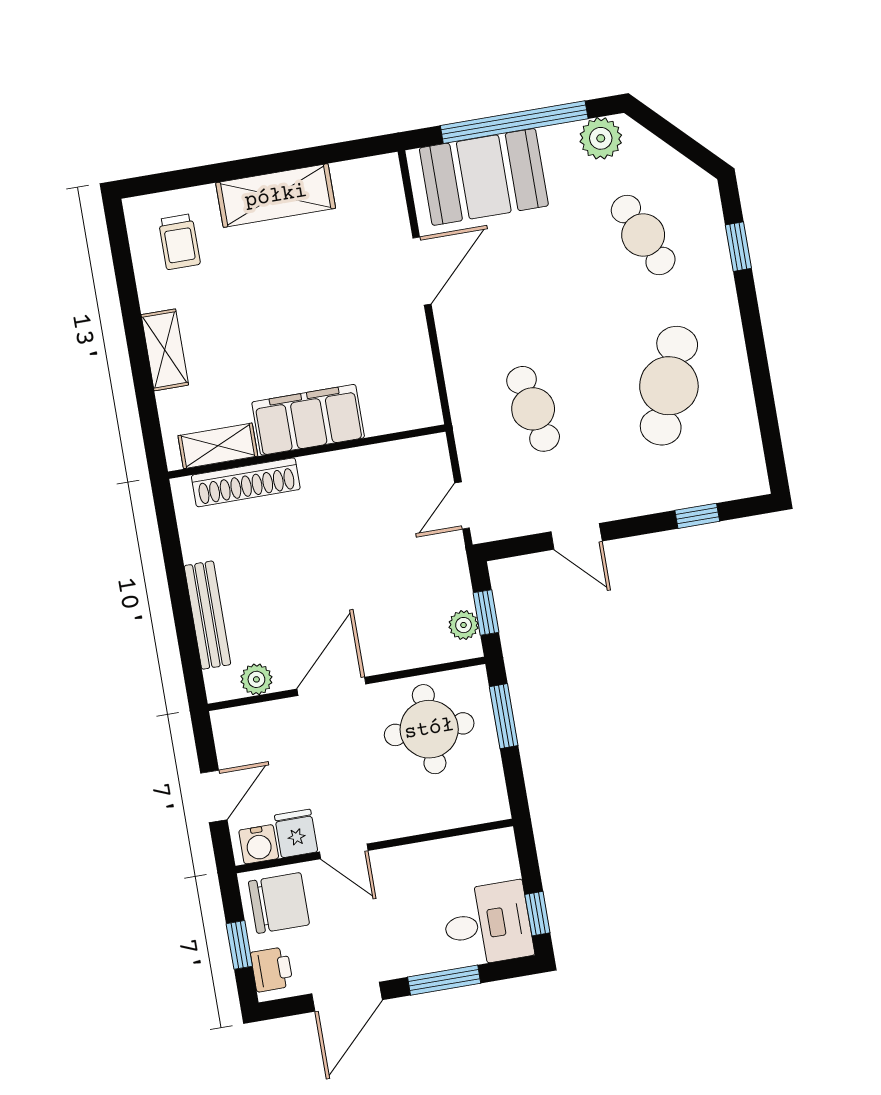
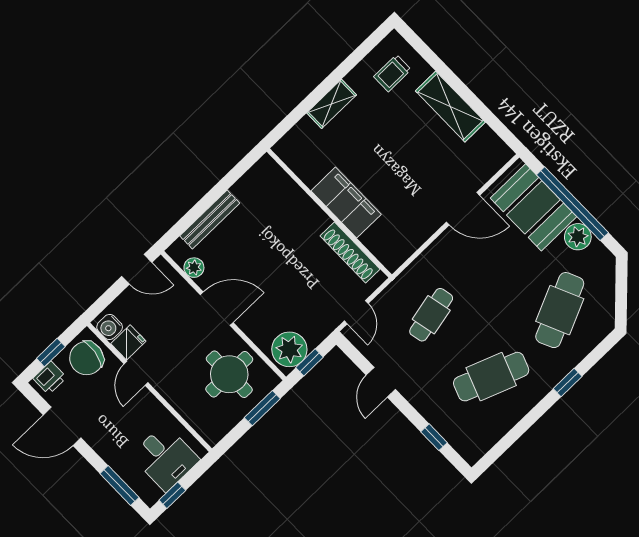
plant: (601, 138) -> (578, 237), moved
cafe table: (643, 235) -> (560, 310), width x1.37, depth x1.35
window: (738, 247) -> (568, 382), moved
shelving: (218, 446) -> (301, 165), removed
shoe rack: (246, 482) -> (350, 253), moved
door: (462, 505) -> (356, 312), swing flipped
plant: (464, 625) -> (289, 349), width x1.87, depth x1.87
door: (214, 796) -> (137, 269), moved
chair: (279, 903) -> (86, 358), turned 99
desk: (487, 924) -> (165, 458), moved
window: (444, 980) -> (119, 485), moved

